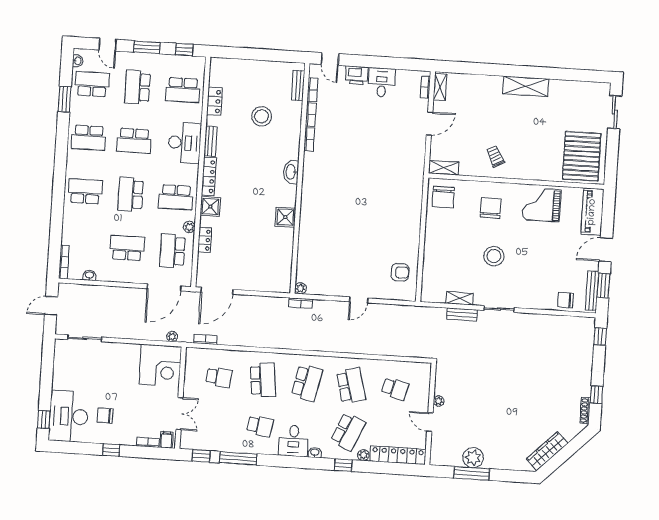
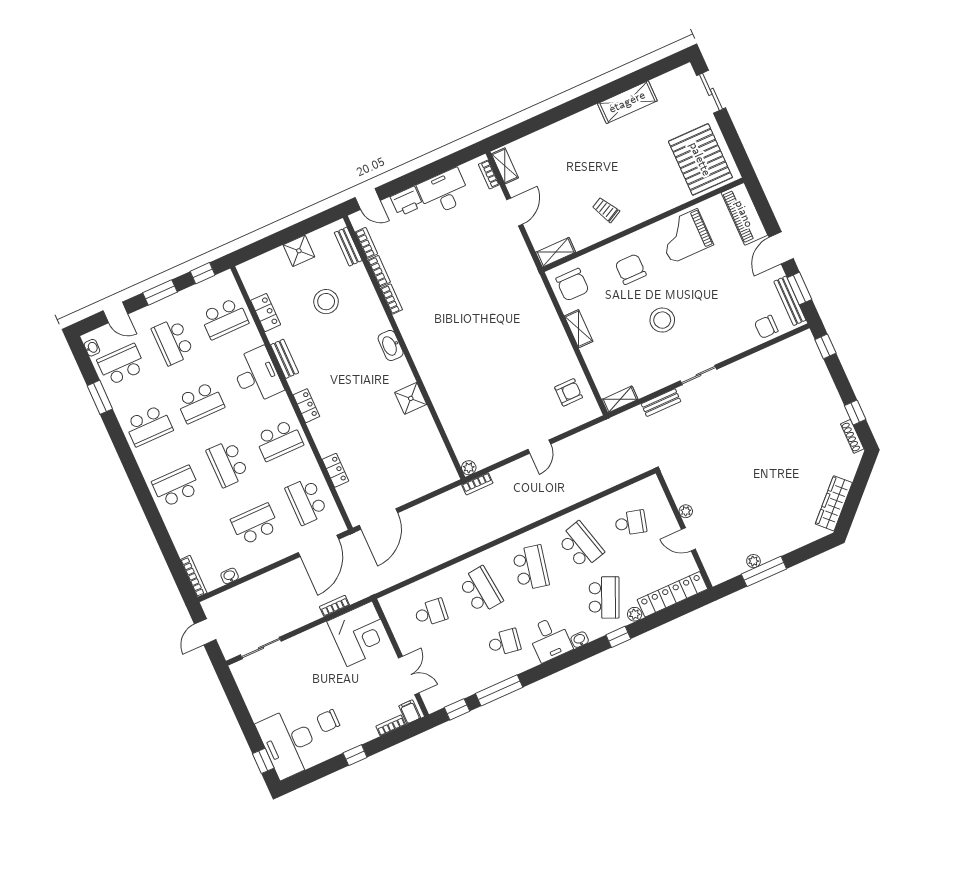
desk: (382, 82) -> (444, 192), width x1.37
shelving: (526, 86) -> (627, 102), moved
locker: (209, 176) -> (306, 406), width x0.66
shower: (210, 206) -> (299, 251), moved
plant: (189, 227) -> (311, 465), removed
shelving: (431, 231) -> (579, 329), added
shelving: (460, 298) -> (620, 399), moved
plant: (172, 337) -> (356, 595), removed
bookcase: (206, 339) -> (334, 606), moved
plant: (473, 458) -> (753, 561), width x0.53, depth x0.53

